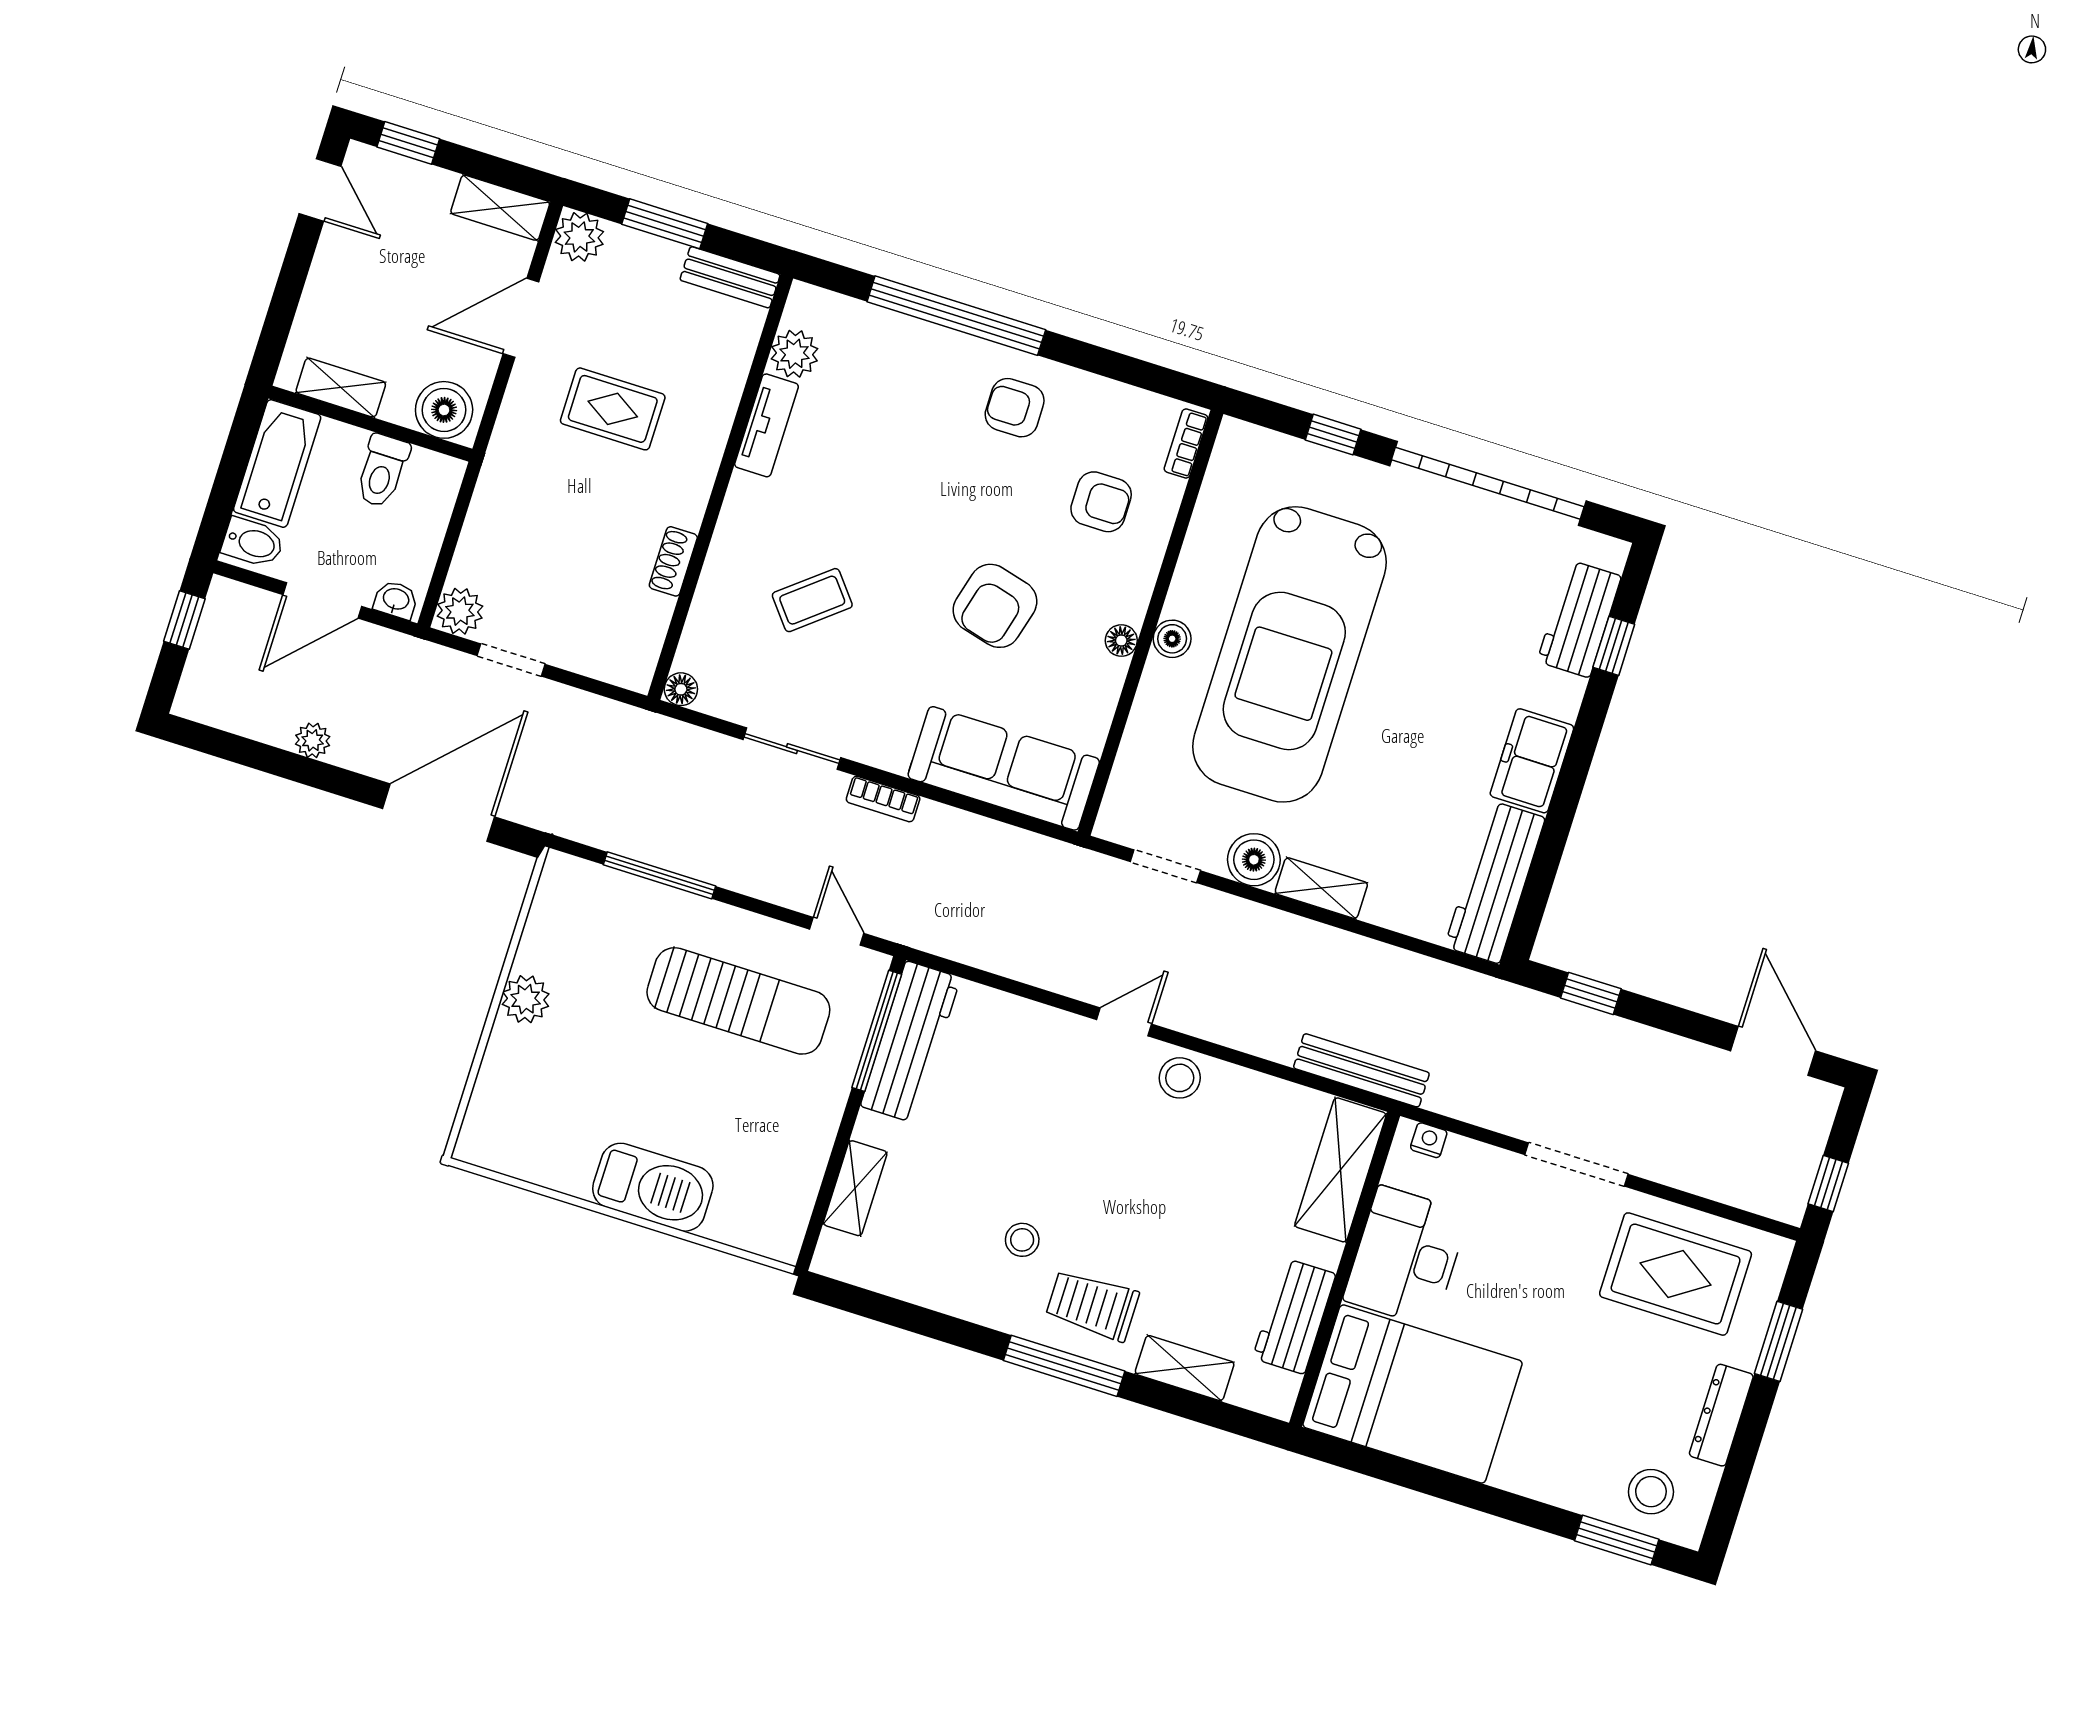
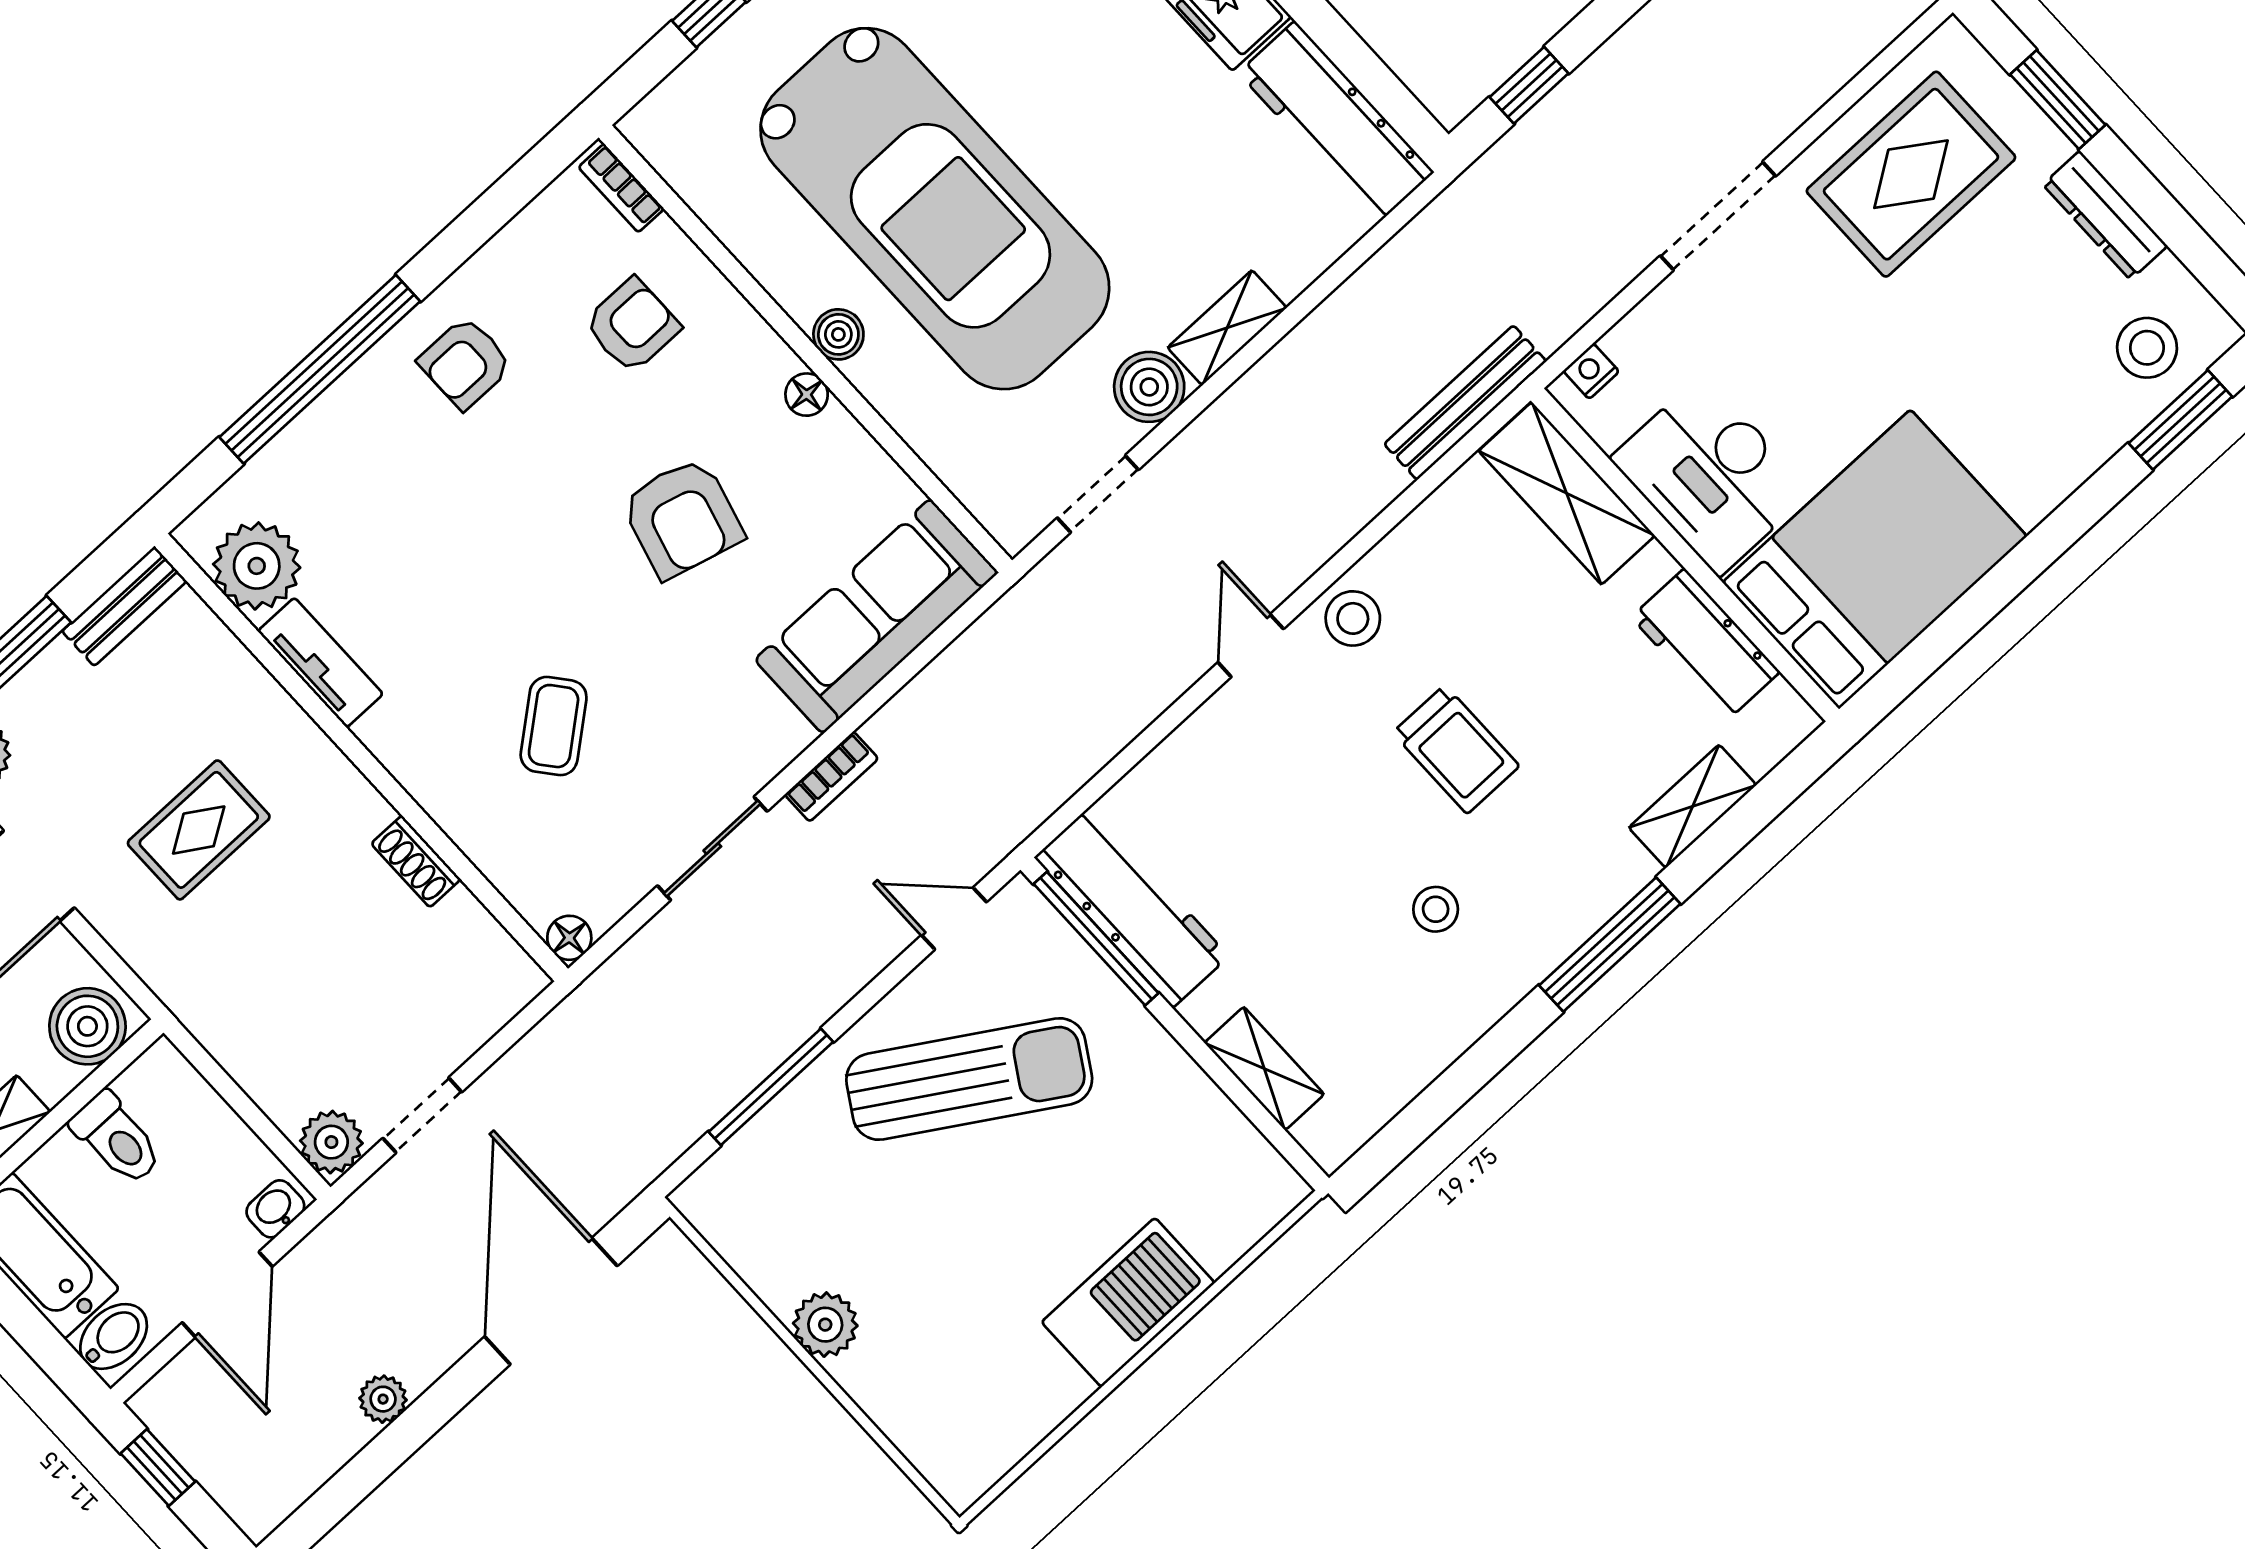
plant: (794, 354) -> (257, 566), width x1.36, depth x1.36
sun lounger: (738, 1001) -> (969, 1079), turned 32
trolley: (1092, 1305) -> (1456, 749), moved, turned -90

